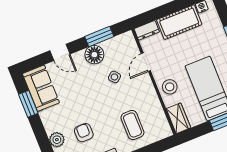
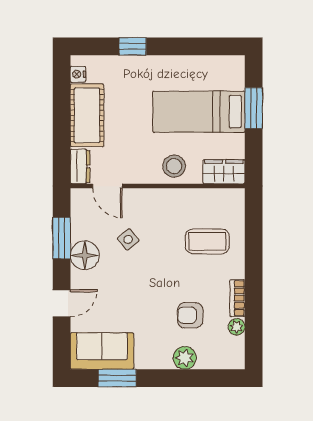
door: (146, 62) -> (107, 186), moved

